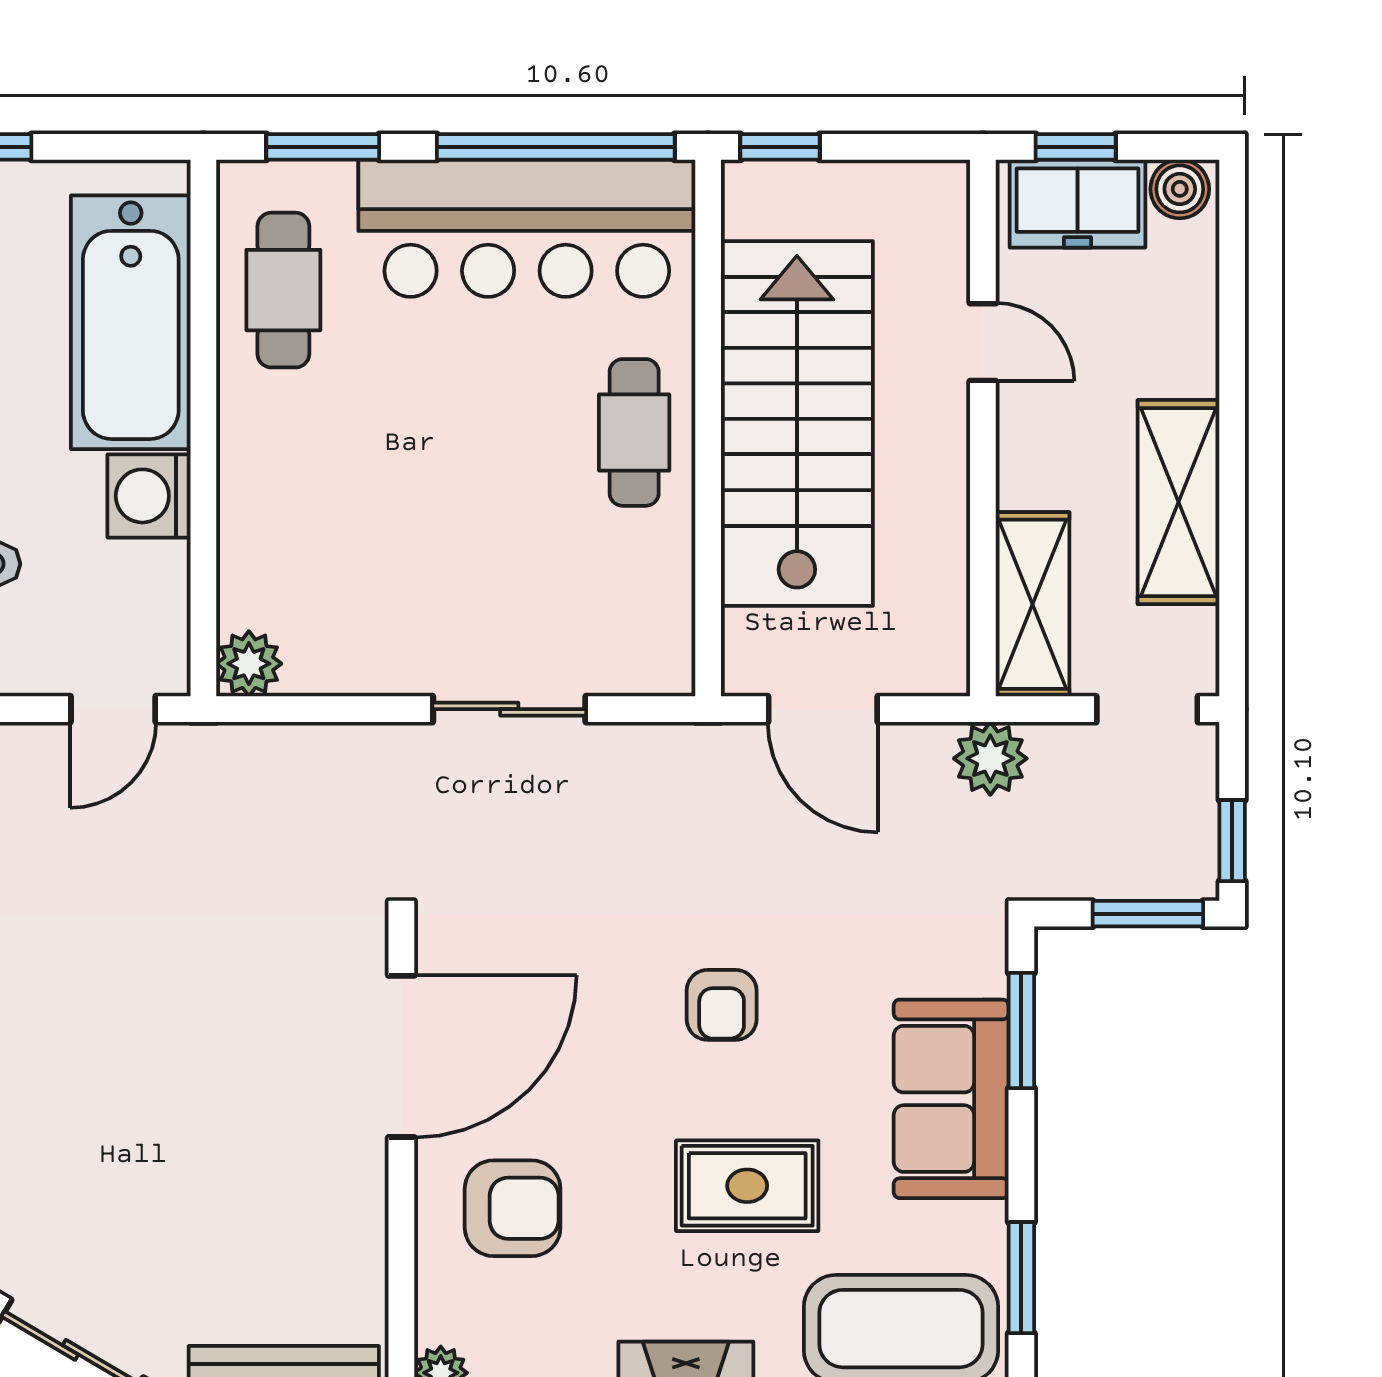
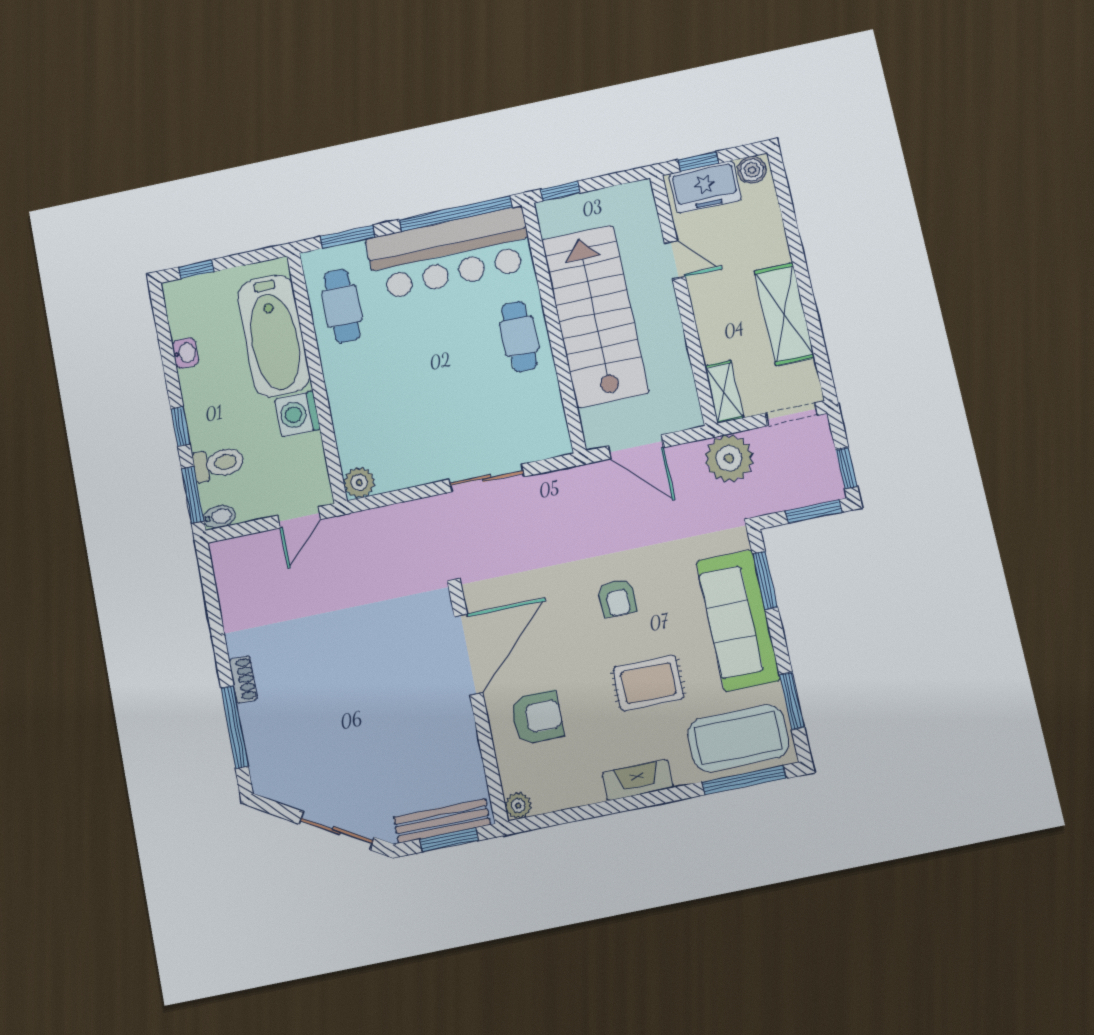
shelving: (1033, 604) -> (724, 392), width x0.67, depth x0.75
plant: (990, 758) -> (729, 458), width x1.36, depth x1.36
sofa: (951, 1099) -> (738, 621), width x1.36

